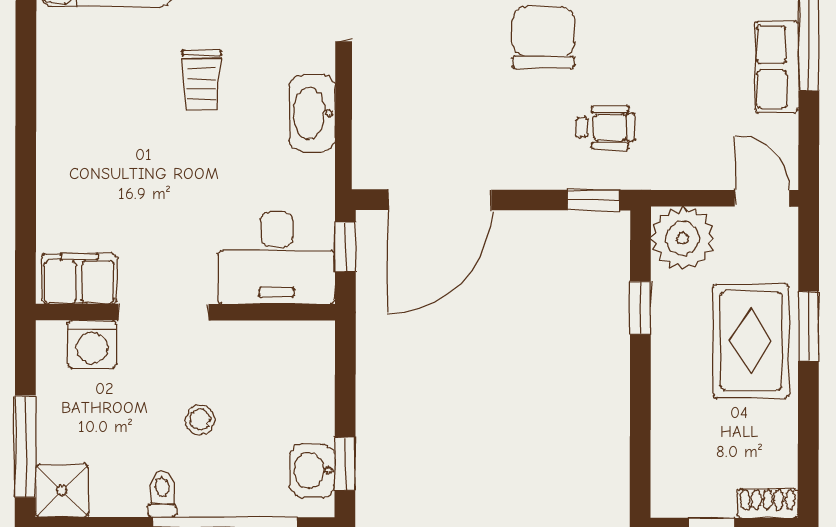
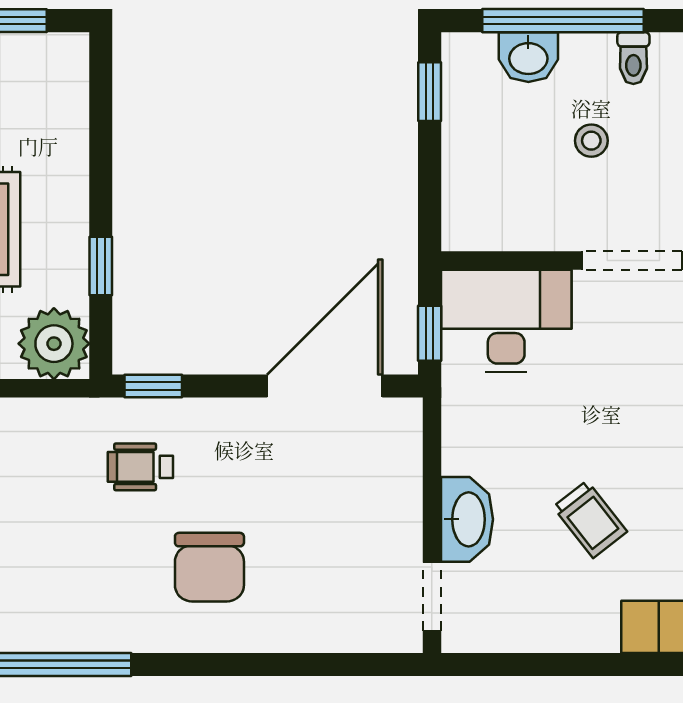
trolley: (202, 80) -> (590, 519), turned 142
washbasin: (312, 113) -> (467, 519), moved
washbasin: (312, 470) -> (528, 57), moved, turned 90

